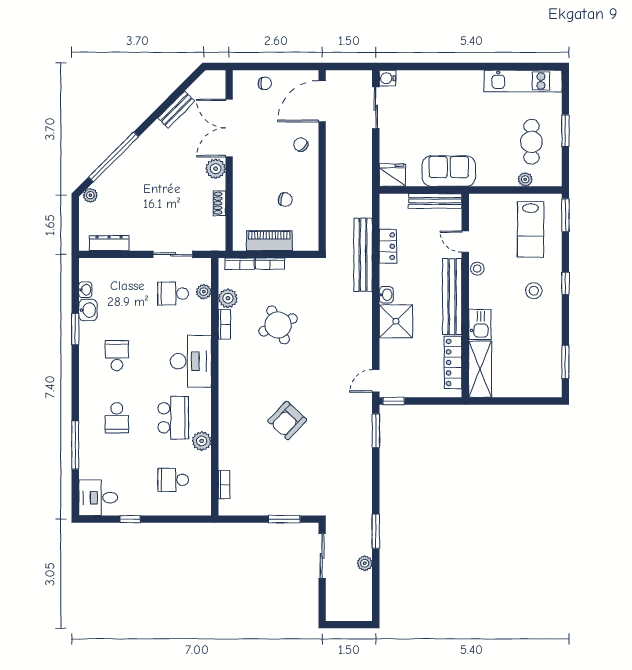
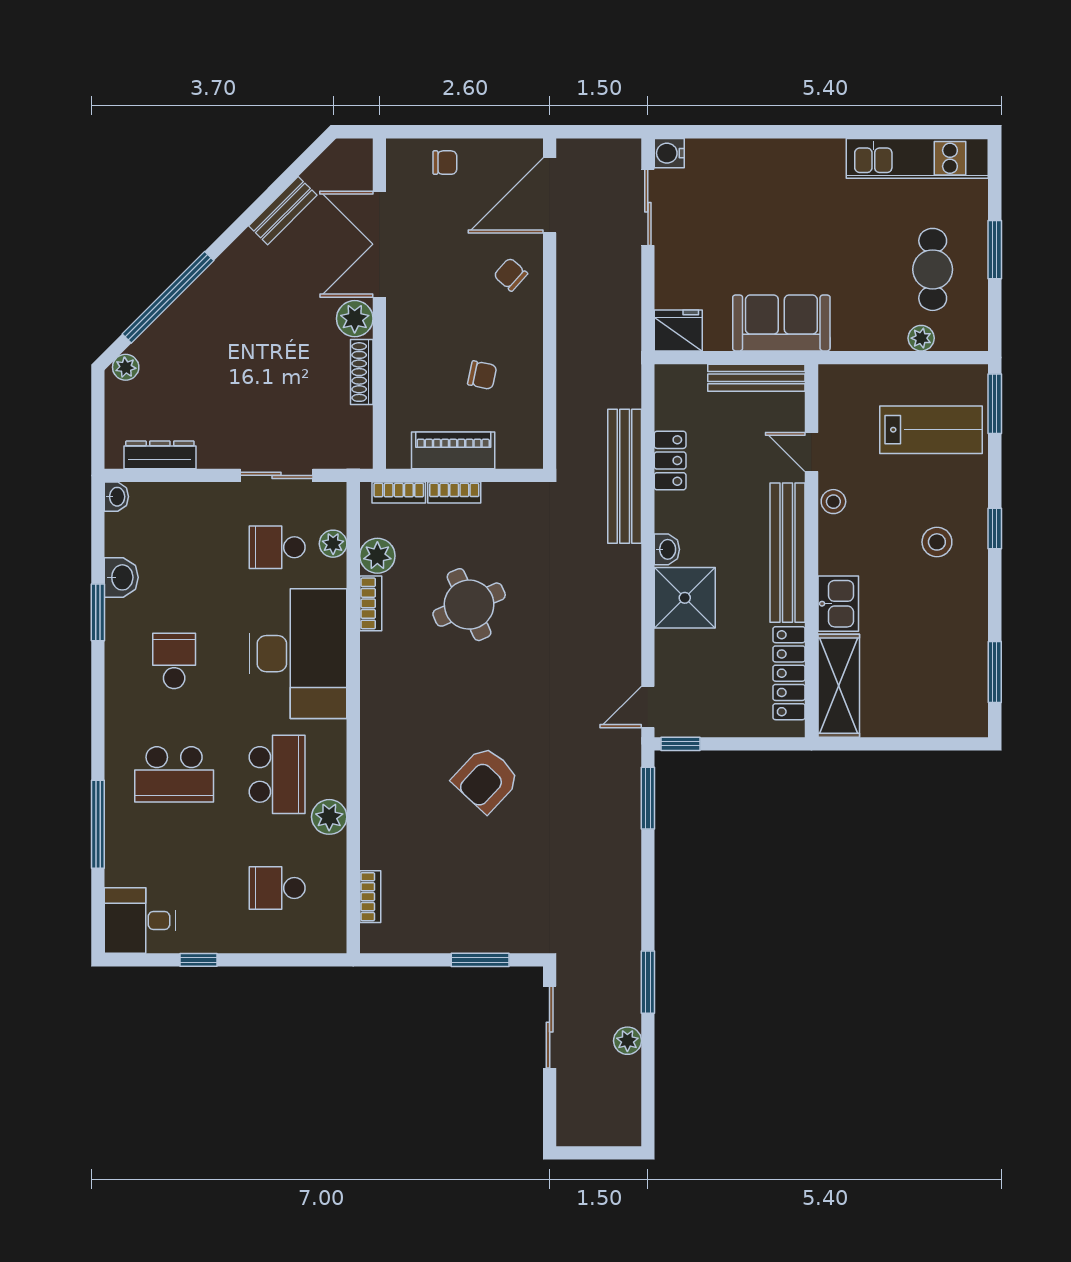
shoe rack: (219, 203) -> (362, 372), width x1.43
lab bench: (531, 229) -> (931, 430), turned -90
washbasin: (85, 290) -> (116, 497), moved
desk: (191, 361) -> (298, 654), width x1.36, depth x1.30
school desk: (117, 418) -> (174, 774), width x1.85

